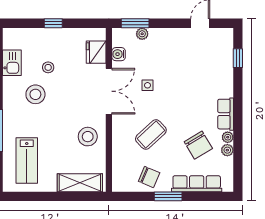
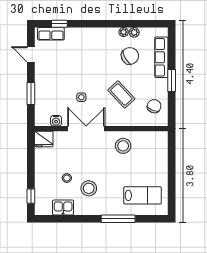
window: (53, 23) -> (31, 196), moved
window: (135, 23) -> (31, 94), moved
plant: (142, 34) -> (39, 102), removed
fridge: (96, 52) -> (44, 139), moved
row of seats: (226, 114) -> (51, 34), moved
chair: (149, 177) -> (154, 106), moved
shelving: (80, 183) -> (161, 152), removed

